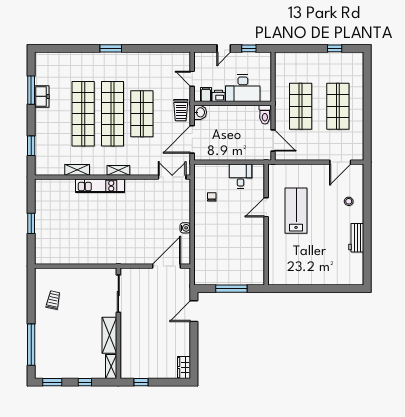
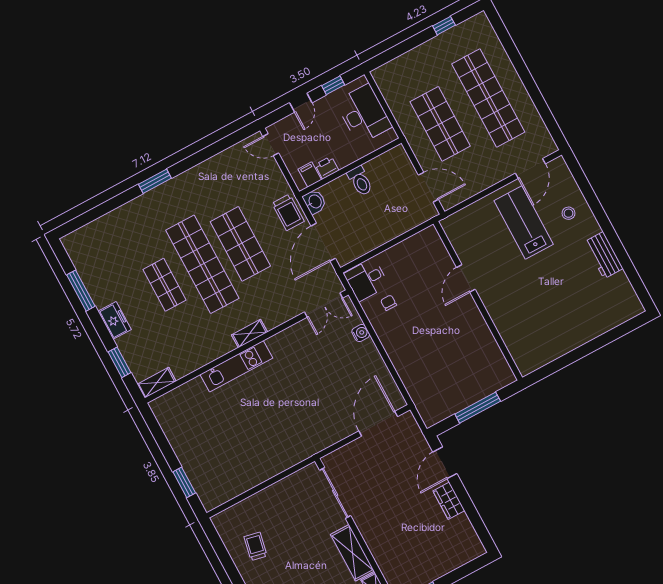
door: (192, 79) -> (271, 145), moved
desk: (243, 88) -> (364, 114), moved, turned -90
freezer: (42, 96) -> (115, 320), moved
shop shelf: (338, 106) -> (488, 98), width x1.40
shop shelf: (83, 114) -> (165, 285), width x0.50, depth x0.74
toilet: (265, 115) -> (360, 181), moved
shelving: (77, 170) -> (157, 383), moved
desk: (240, 176) -> (366, 280), moved, turned -90
double door: (172, 177) -> (324, 305), swing flipped
lab bench: (296, 211) -> (524, 222), moved
window: (31, 223) -> (184, 482), moved
water cooler: (185, 228) -> (361, 333), moved
wardrobe: (184, 368) -> (449, 501), moved

